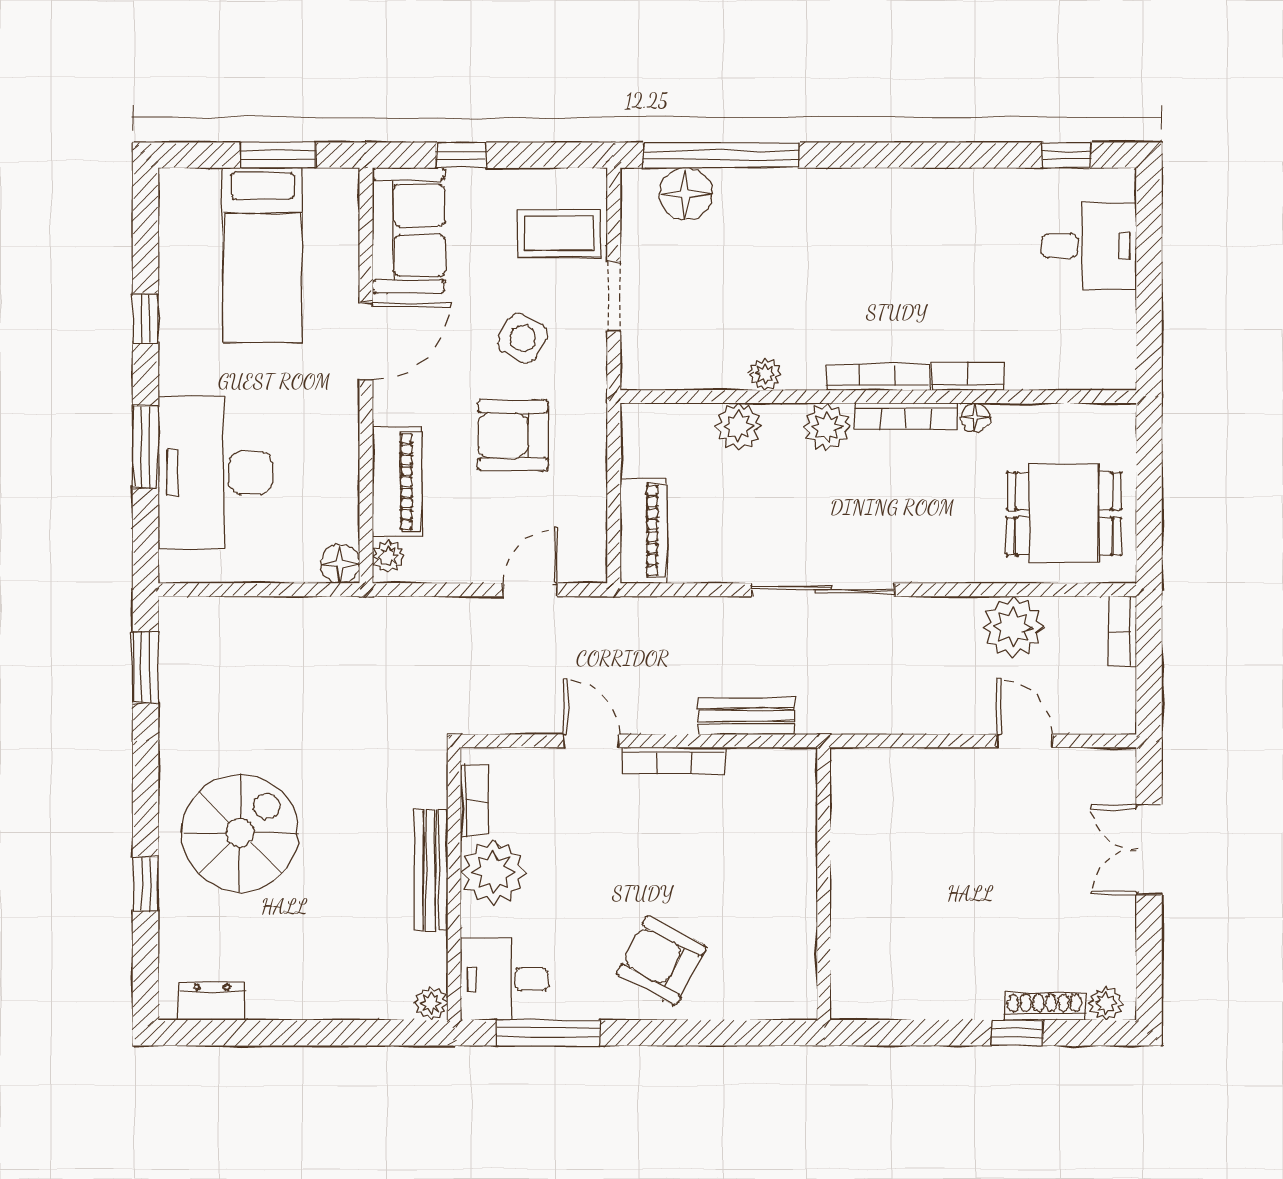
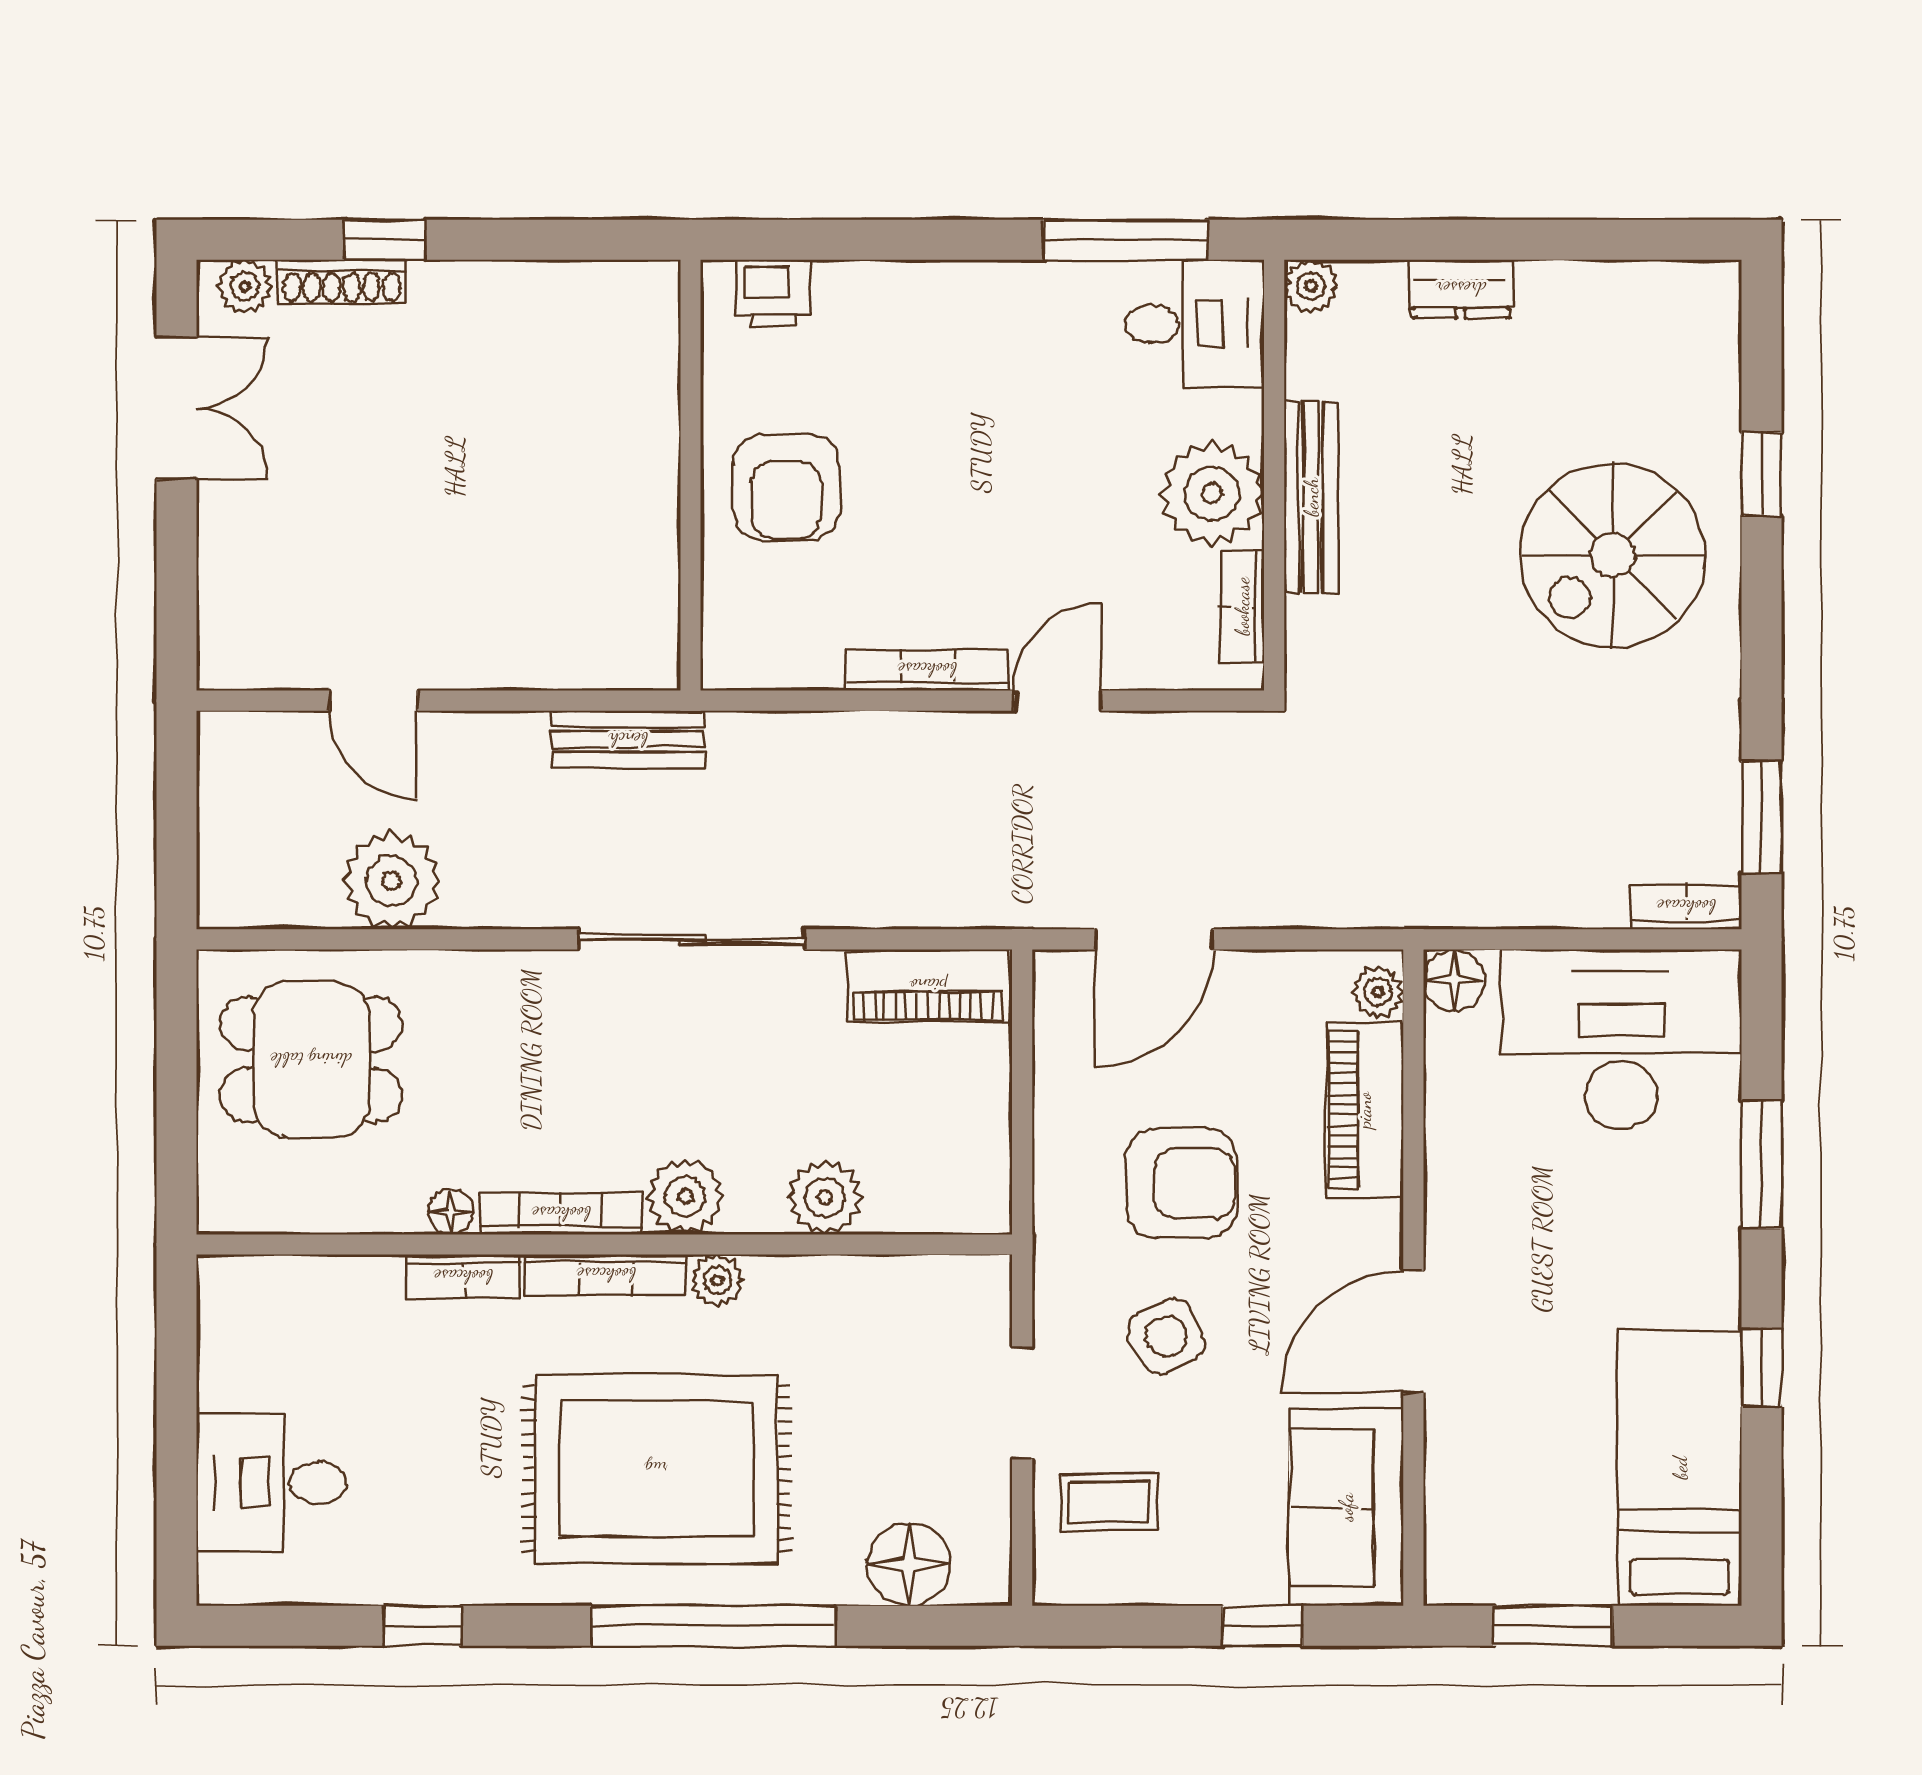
window: (721, 155) -> (713, 1626), moved
window: (1066, 155) -> (423, 1626), moved
coffee table: (559, 234) -> (1109, 1502), width x0.73, depth x0.77
rug: (845, 254) -> (656, 1469), added
bed: (263, 255) -> (1680, 1468), moved
side table: (523, 338) -> (1166, 1337), turned 33
plant: (765, 374) -> (717, 1280), moved
desk: (215, 473) -> (1621, 1039), moved, turned -90
piano: (643, 531) -> (928, 986), moved, turned -90
door: (530, 590) -> (1154, 939), width x1.38
bookcase: (1122, 631) -> (1686, 907), moved, turned -90
bench: (747, 716) -> (628, 740), moved
door: (591, 741) -> (1058, 701), swing flipped
double door: (1149, 850) -> (177, 408), moved
armchair: (661, 960) -> (786, 487), moved, turned 62
printer: (771, 999) -> (774, 294), added
dresser: (212, 1002) -> (1461, 289), moved

